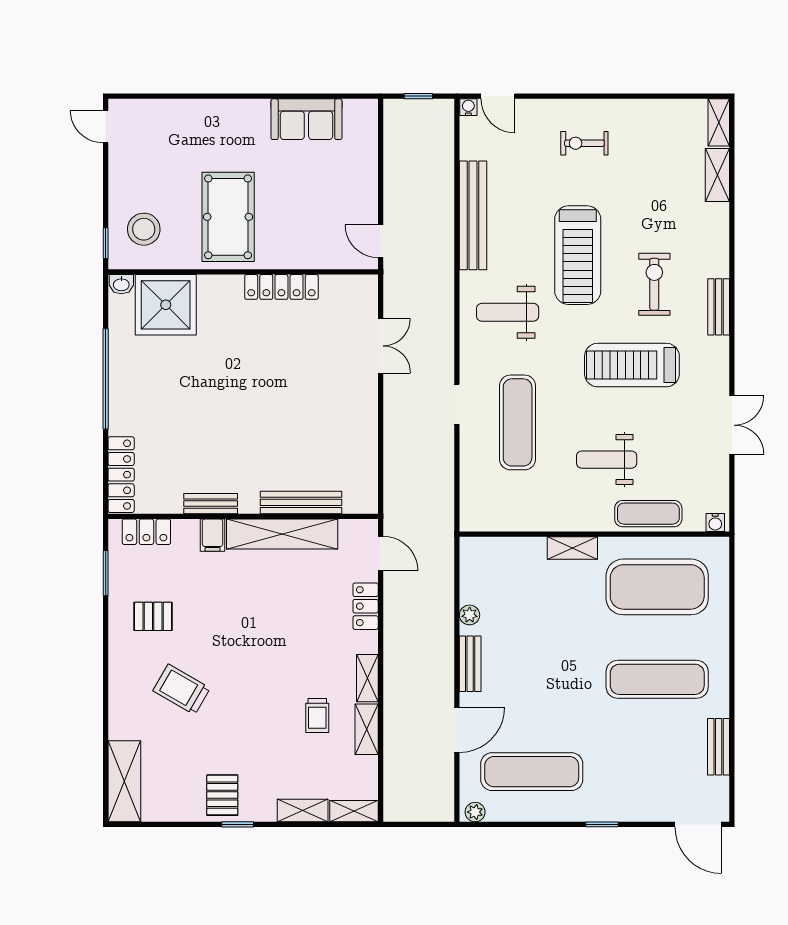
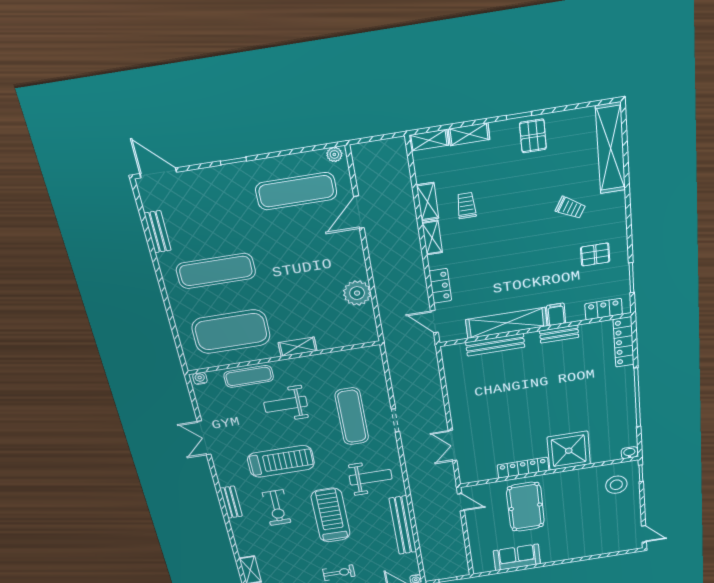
pool table: (228, 217) -> (525, 507), moved
shower: (166, 305) -> (569, 451), moved
weight bench: (607, 460) -> (286, 404), turned 180
plant: (470, 615) -> (357, 293), width x1.87, depth x1.87
bench: (470, 664) -> (357, 260), removed
trolley: (182, 689) -> (570, 208), width x0.73, depth x0.72
shelving: (124, 781) -> (611, 148), width x1.47

